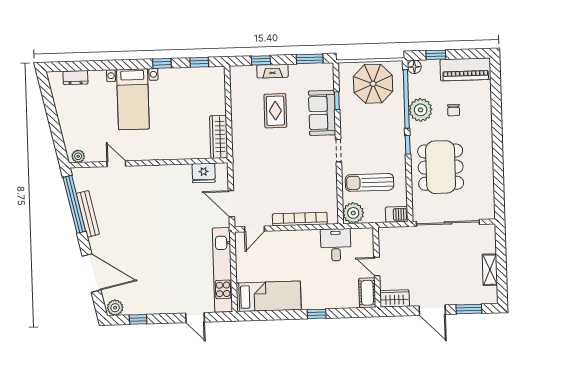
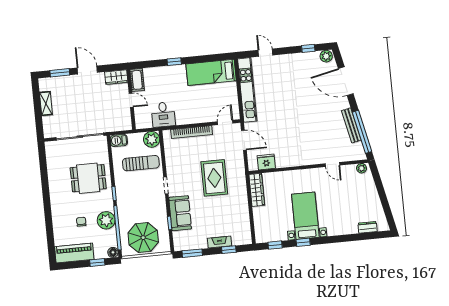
bed with nightstands: (133, 99) -> (305, 216), moved
rug: (275, 111) -> (214, 178), moved, width x1.36, depth x1.43
dining table: (441, 167) -> (88, 178), width x0.73

